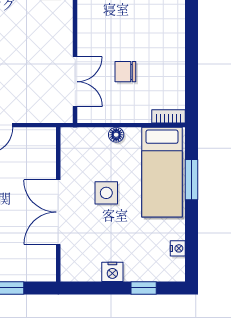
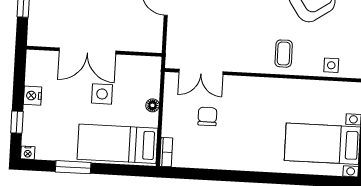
window: (191, 180) -> (73, 167), moved
double door: (58, 212) -> (87, 51), swing flipped
nightstand: (178, 248) -> (28, 153), moved

